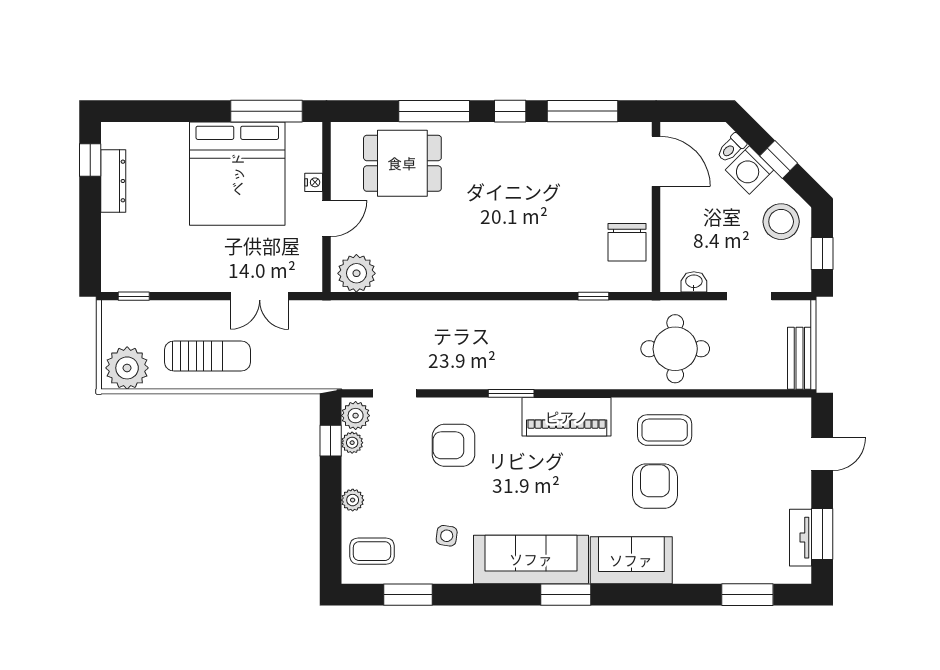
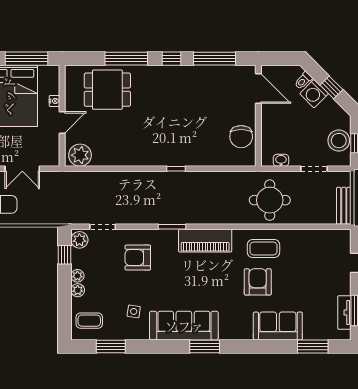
stool: (781, 222) -> (339, 141), moved
window: (593, 296) -> (176, 169), moved
plant: (352, 443) -> (77, 276), moved
sofa: (631, 560) -> (278, 326), moved

